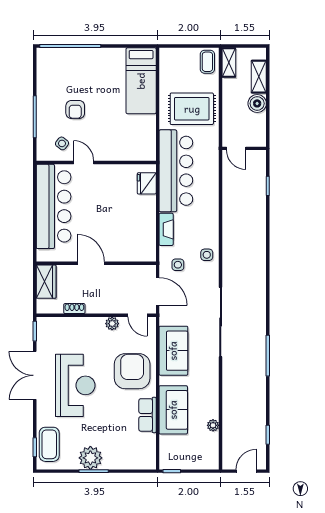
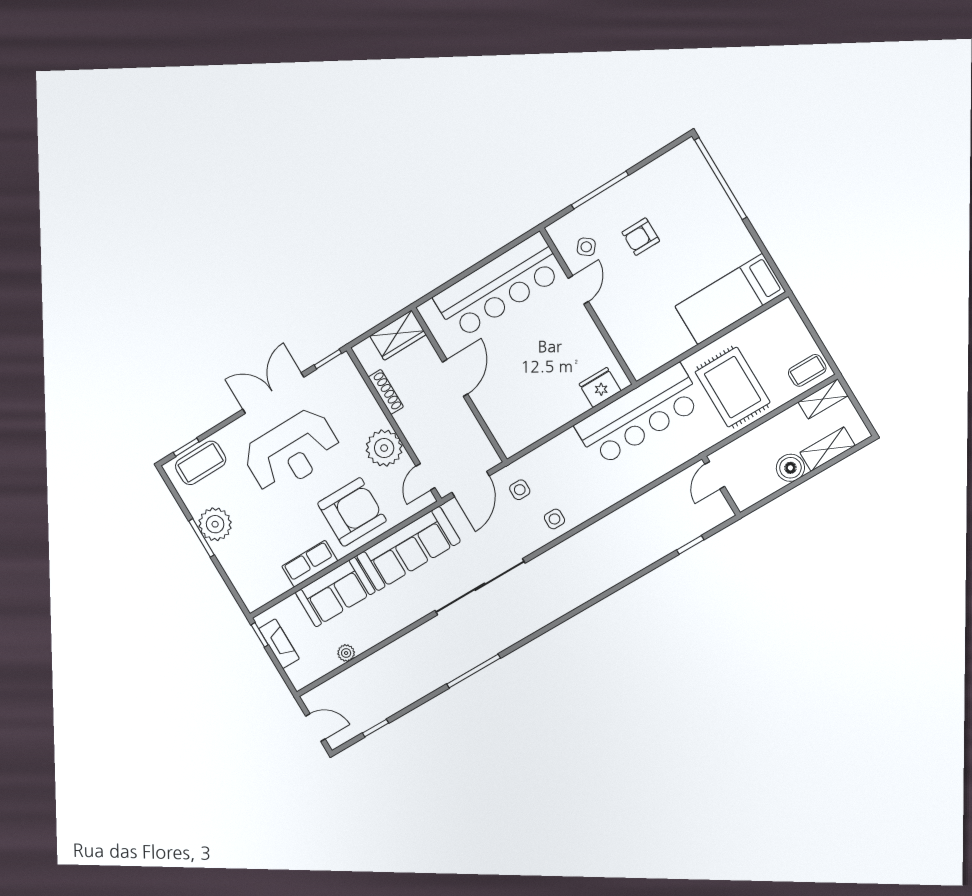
fireplace: (166, 229) -> (279, 644), moved, turned -90
shoe rack: (74, 309) -> (386, 392), width x1.43
plant: (112, 324) -> (384, 448), width x1.87, depth x1.87
sofa: (173, 351) -> (408, 549), width x1.36

